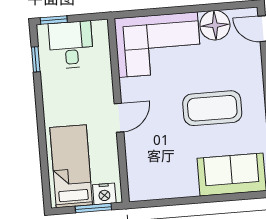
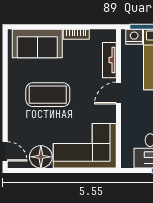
tv unit: (135, 160) -> (109, 60), added
bookcase: (181, 191) -> (76, 34), added

